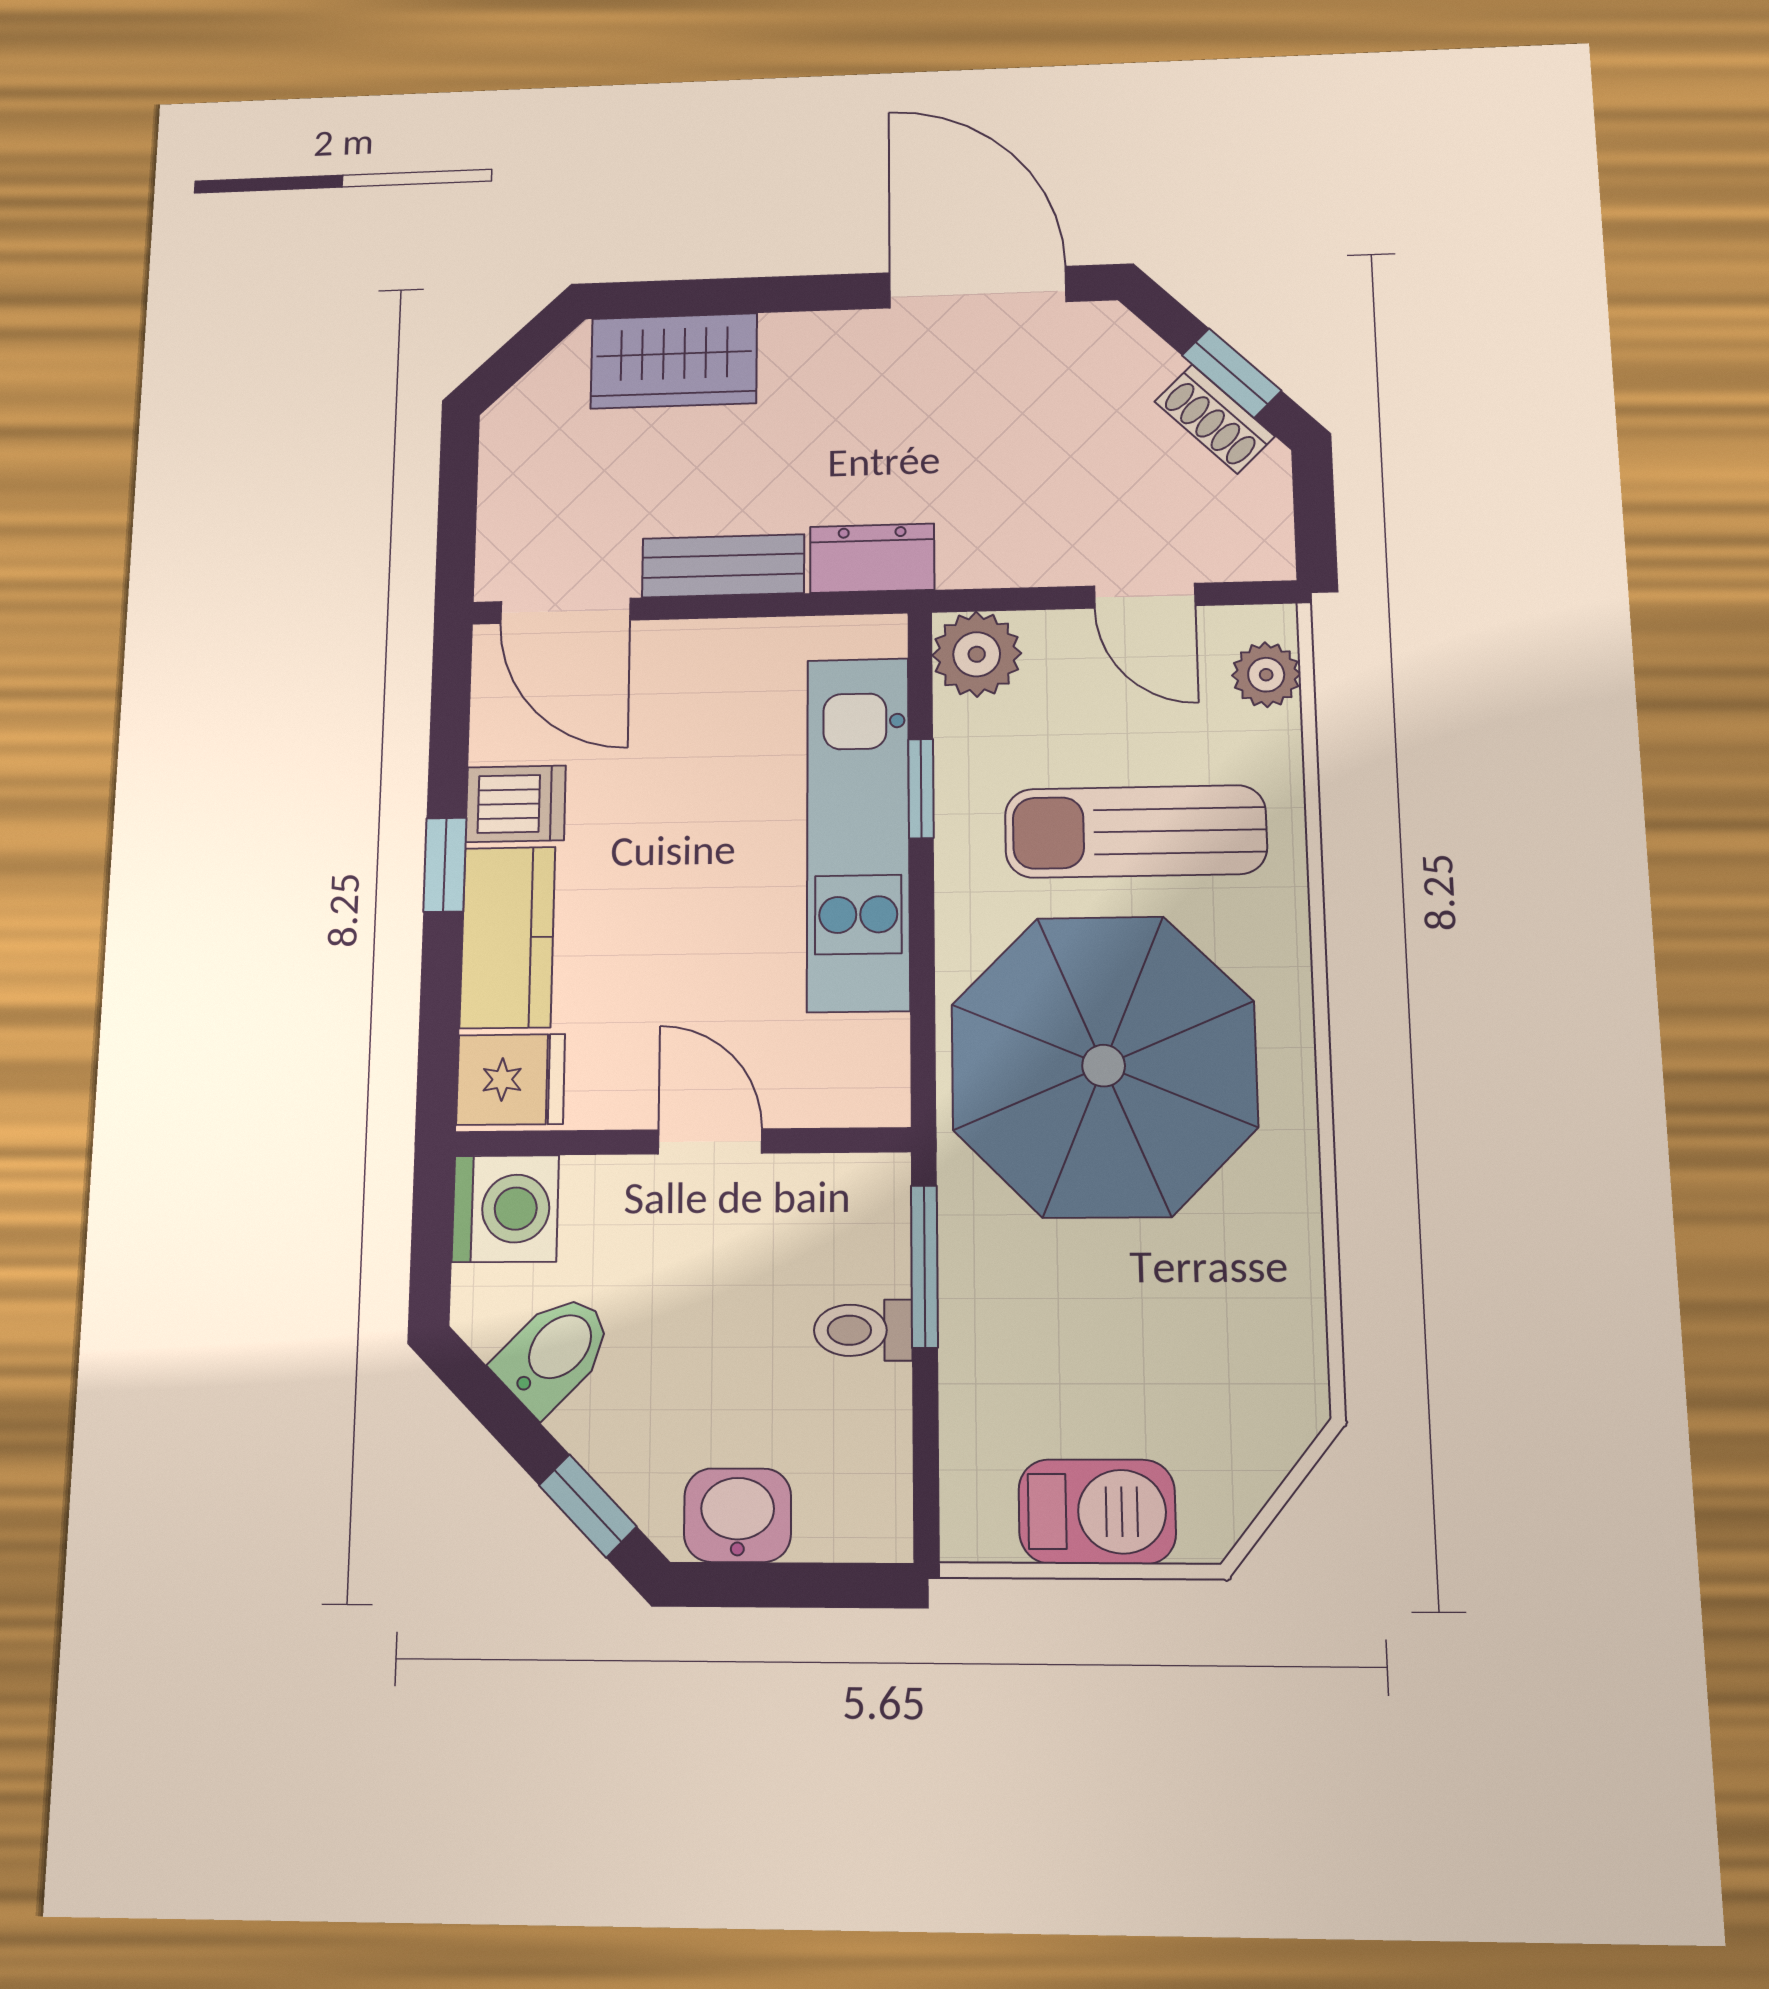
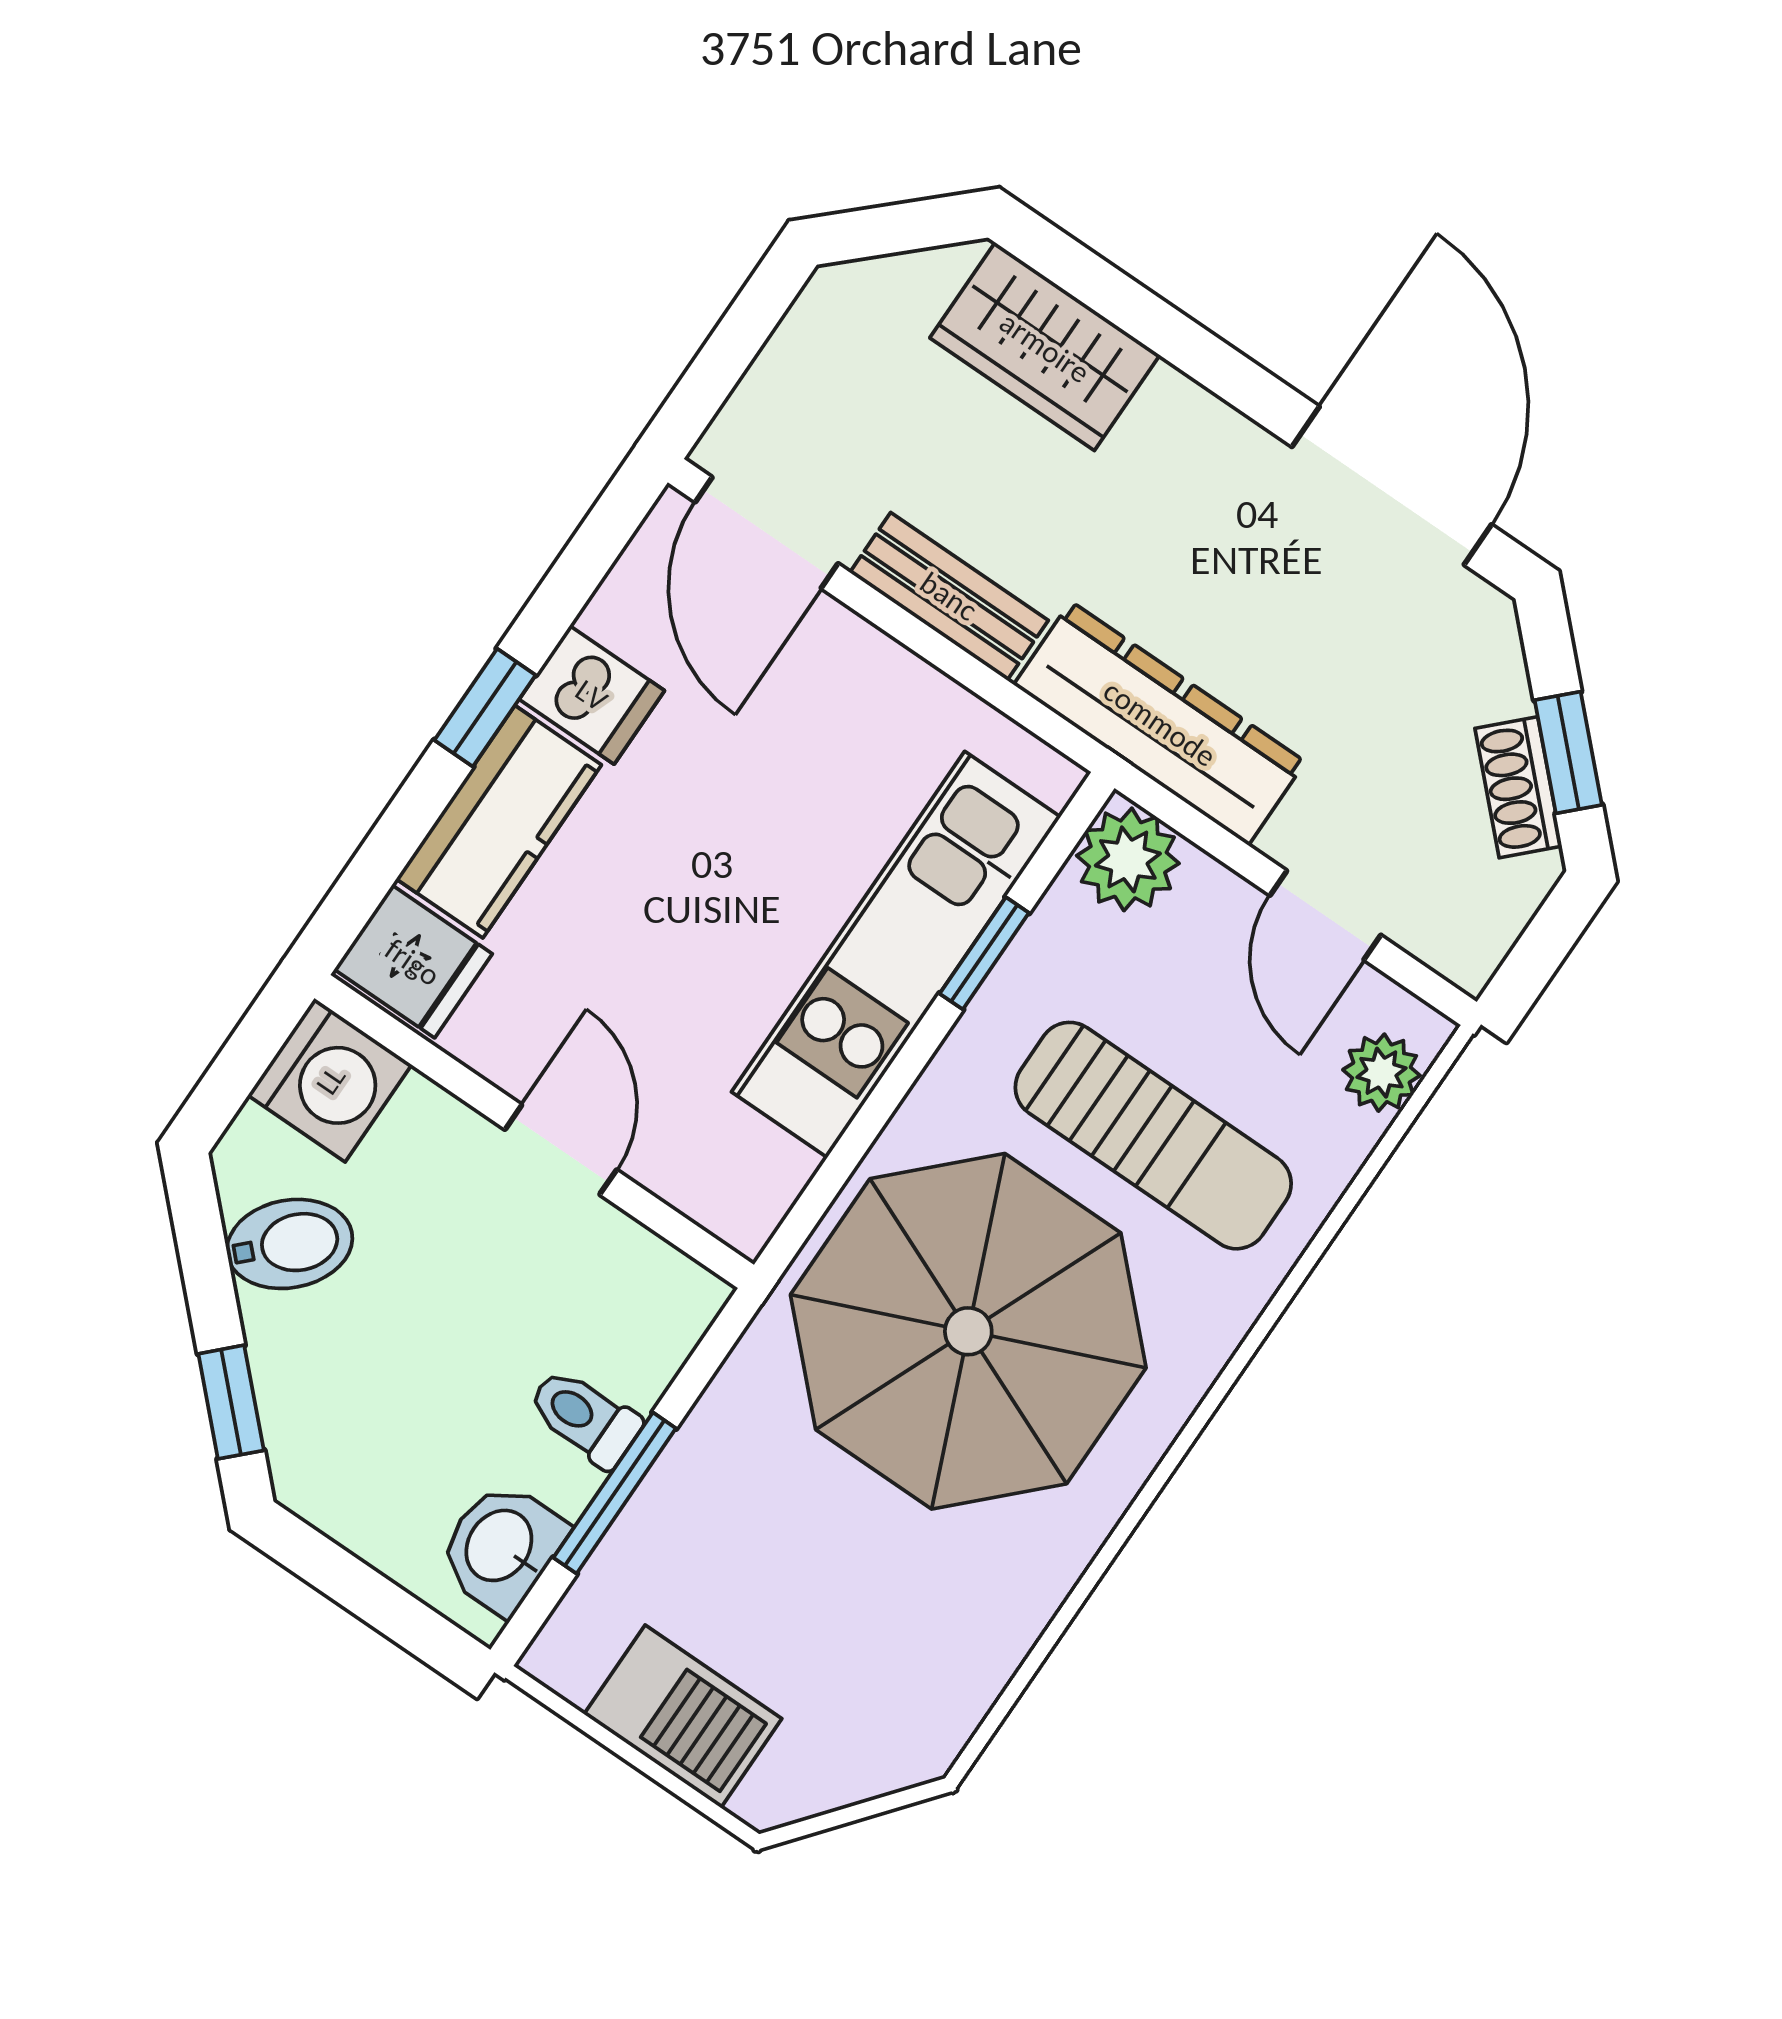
dresser: (872, 558) -> (1160, 723), width x1.96, depth x1.24
sun lounger: (1135, 831) -> (1153, 1136), turned 180
window: (924, 1266) -> (615, 1493), moved
washbasin: (738, 1515) -> (501, 1547), moved, turned -90

